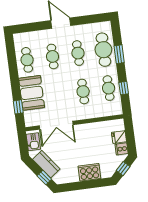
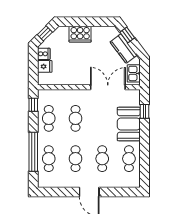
cafe table: (103, 50) -> (49, 159), width x0.73, depth x0.74
window: (119, 54) -> (33, 152), width x2.11
window: (124, 88) -> (33, 105), moved

